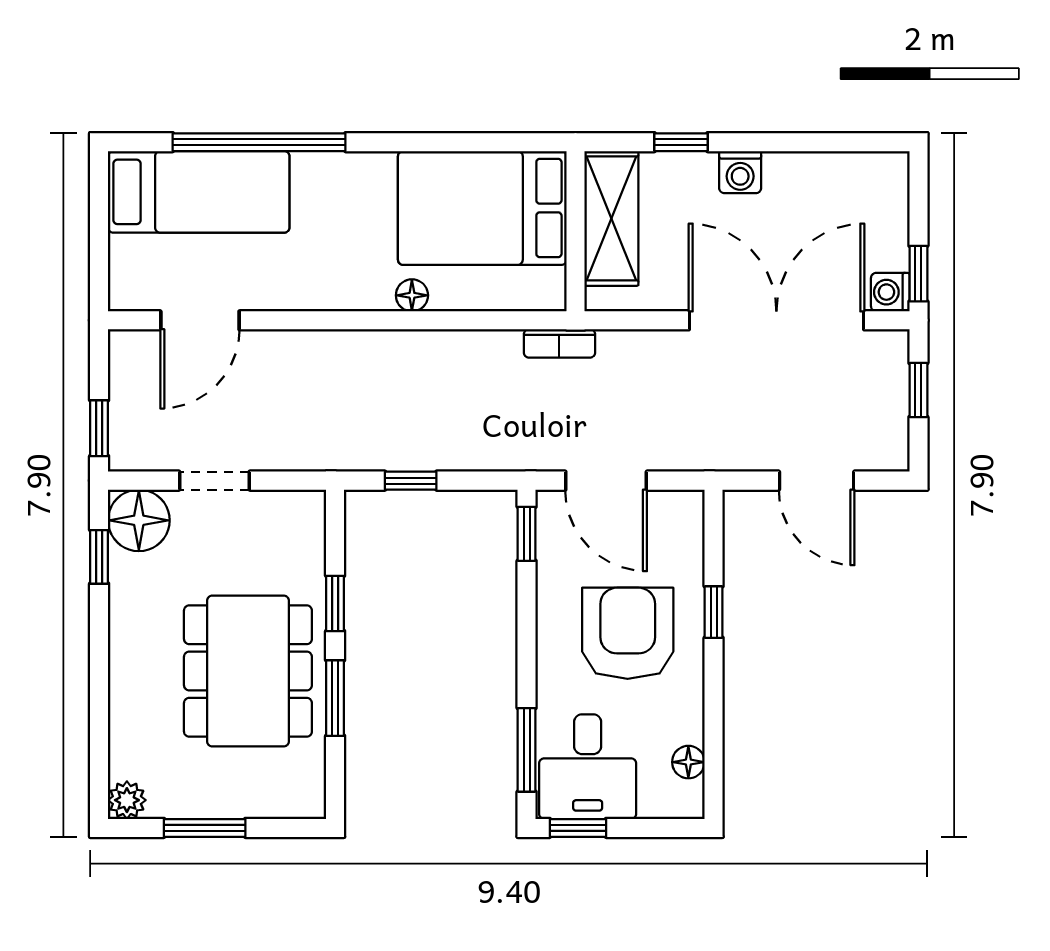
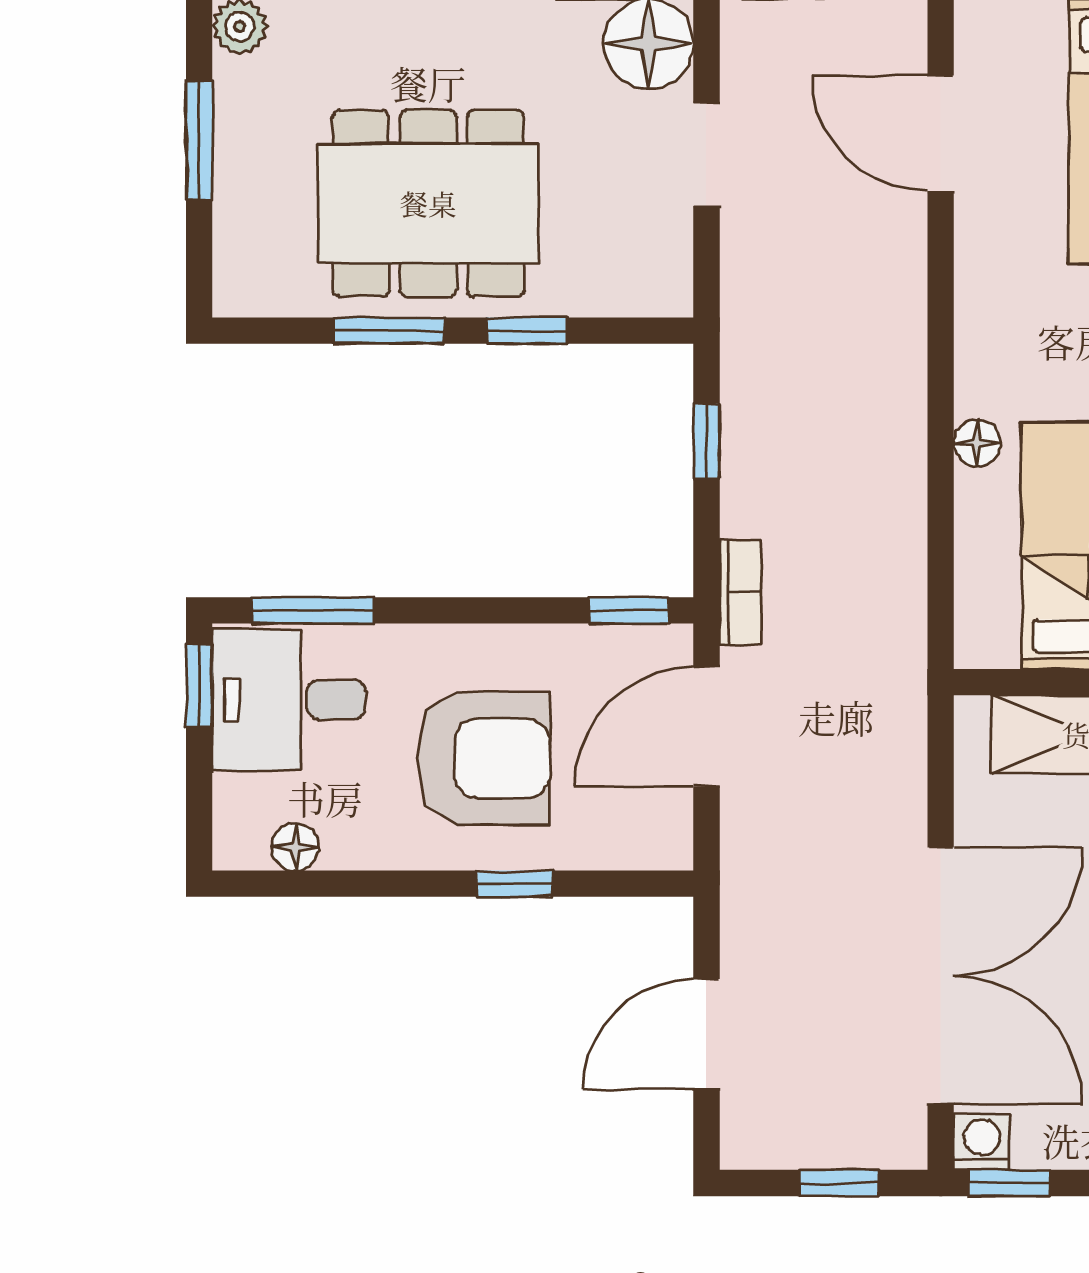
bookcase: (559, 343) -> (740, 593), moved, turned 180

